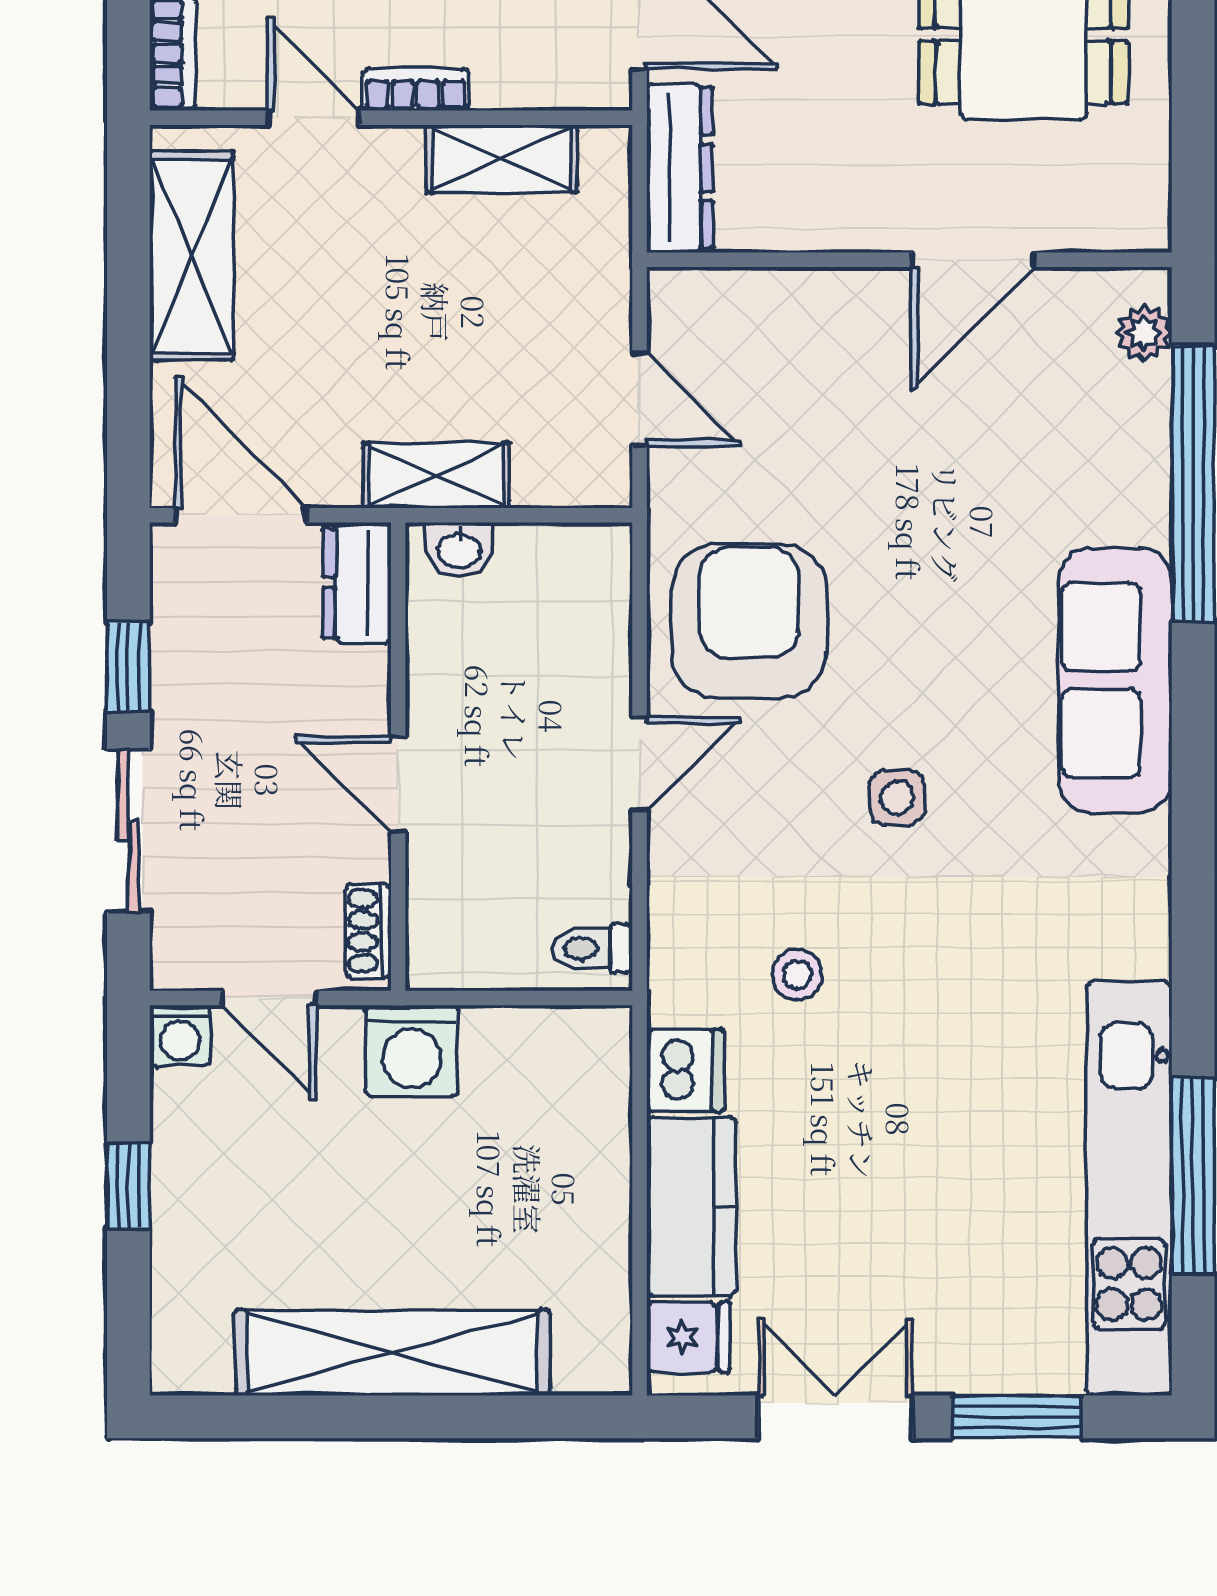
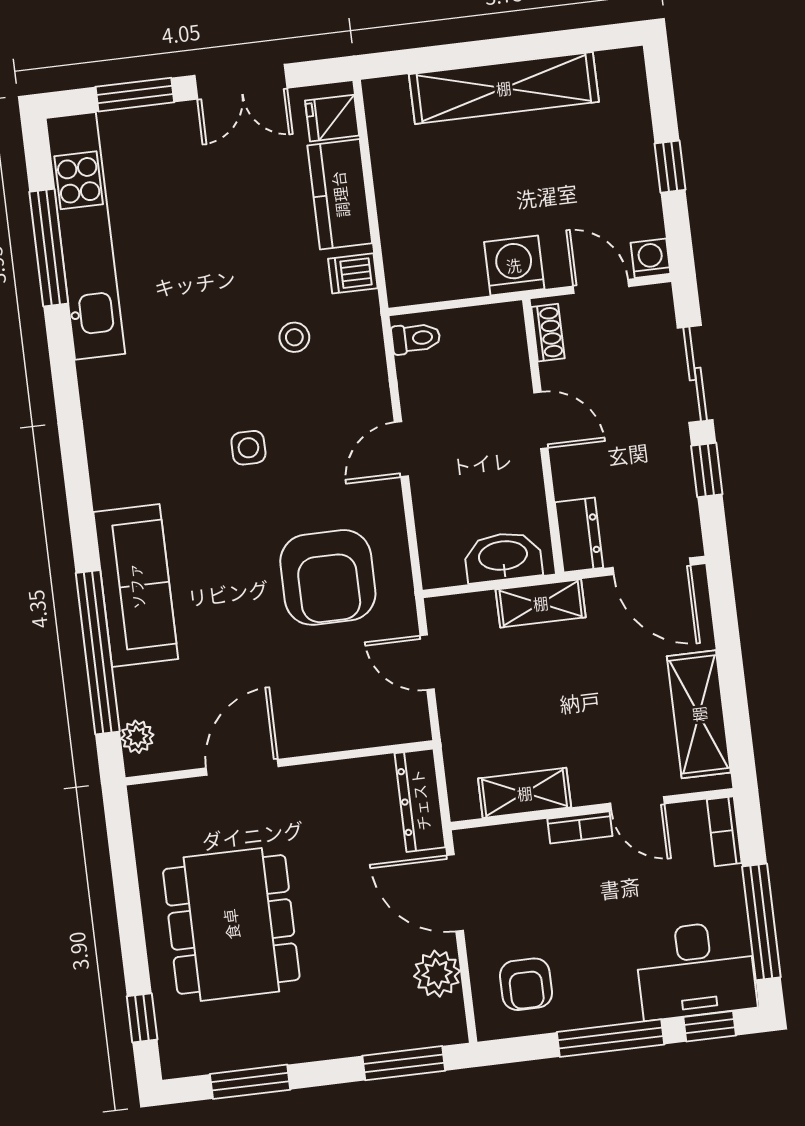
washbasin: (459, 549) -> (503, 557), width x1.91, depth x1.45
armchair: (749, 621) -> (328, 577), moved
sofa: (1115, 680) -> (136, 586), moved
dishwasher: (685, 1070) -> (353, 273), width x0.73

